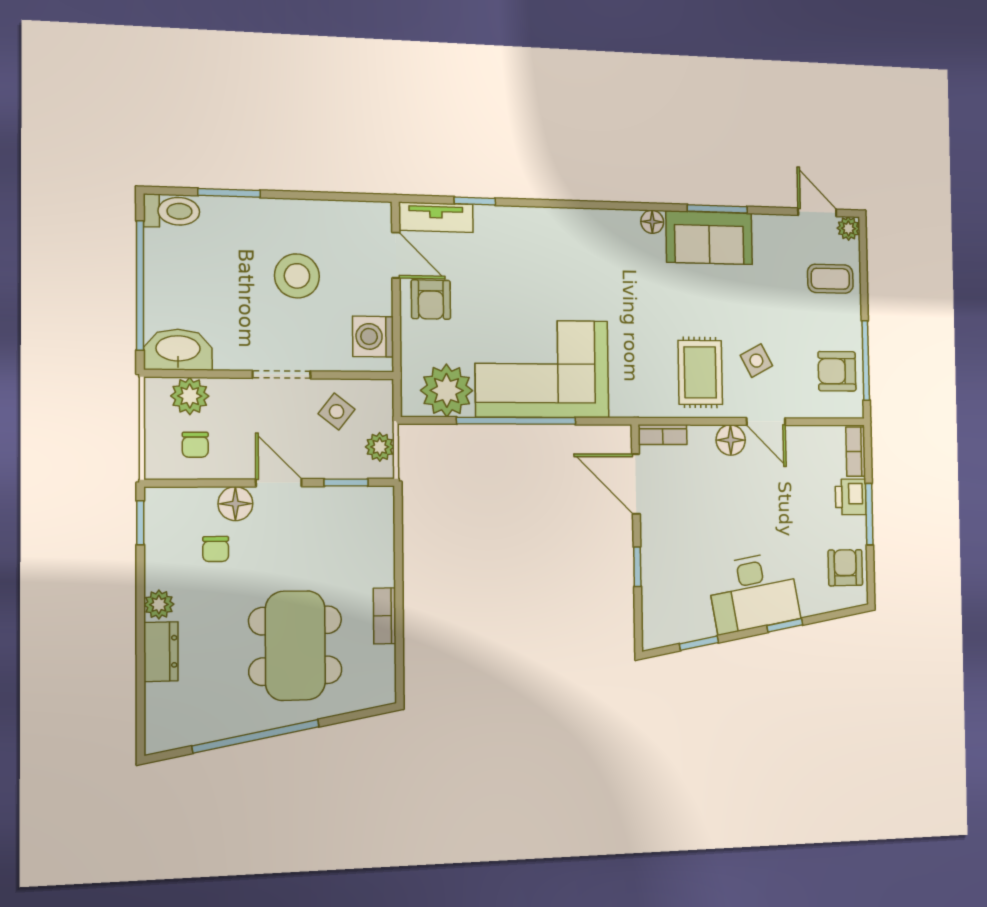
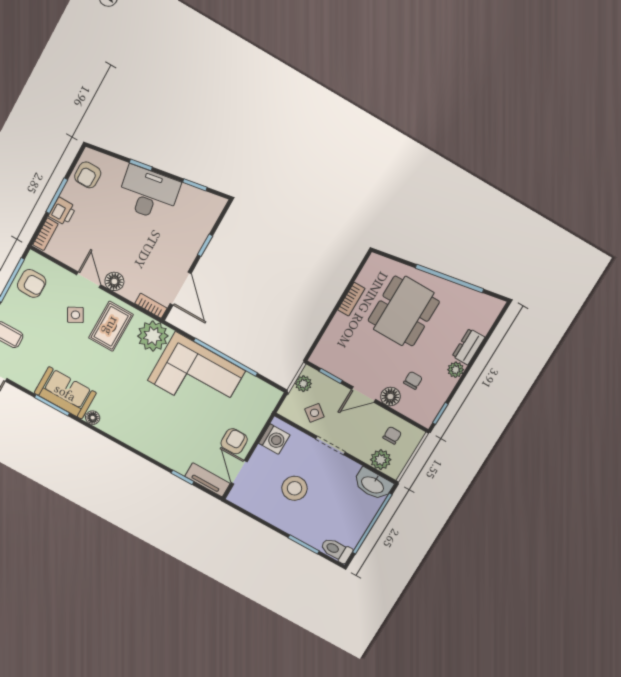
plant: (447, 390) -> (153, 336), moved
door: (279, 483) -> (364, 395), hinge flipped

